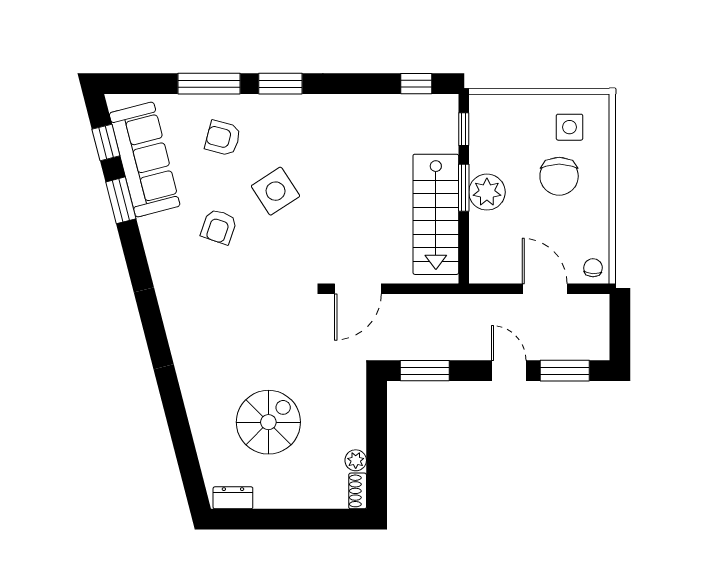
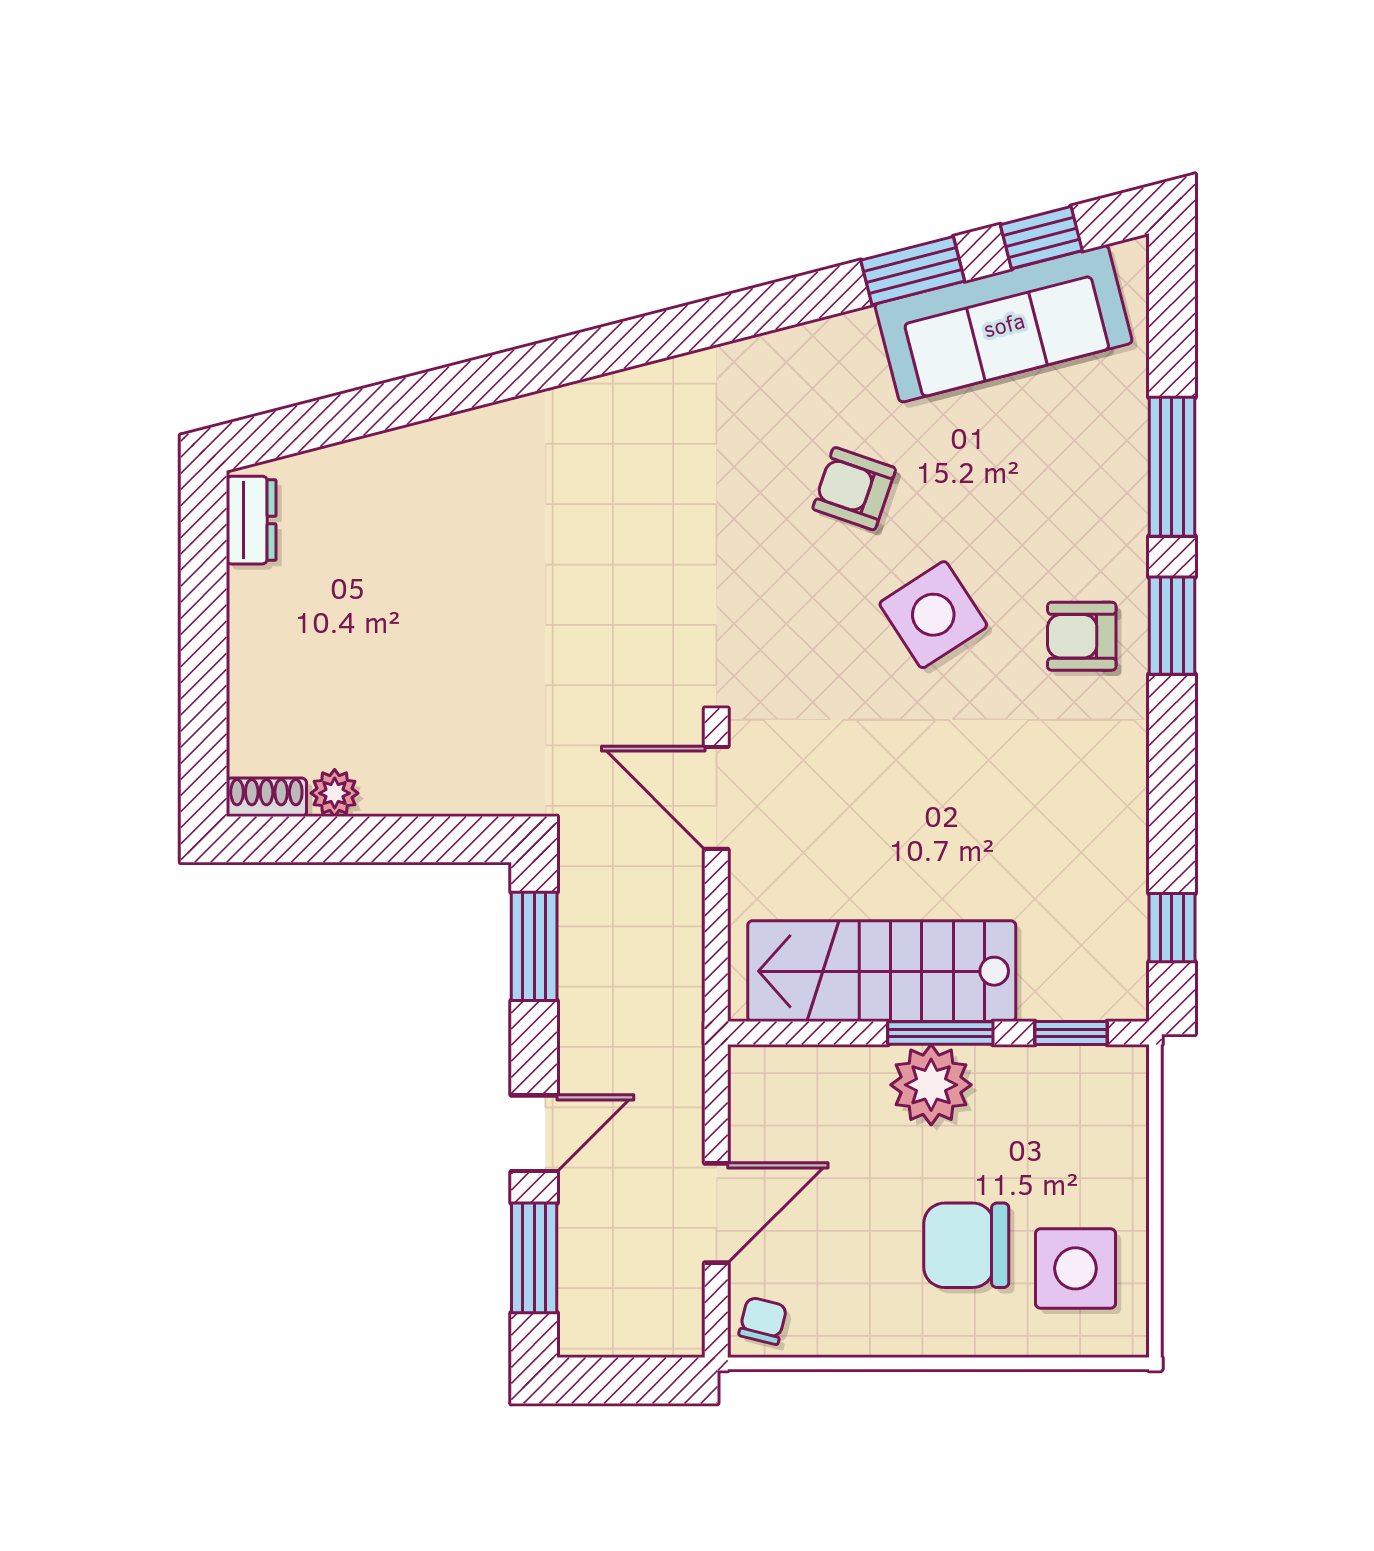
side table: (570, 127) -> (1075, 1268), width x1.37, depth x1.37
armchair: (223, 138) -> (1082, 636), moved, turned -105
chair: (593, 268) -> (763, 1321), turned -79
spiral stairs: (268, 422) -> (419, 599), removed

